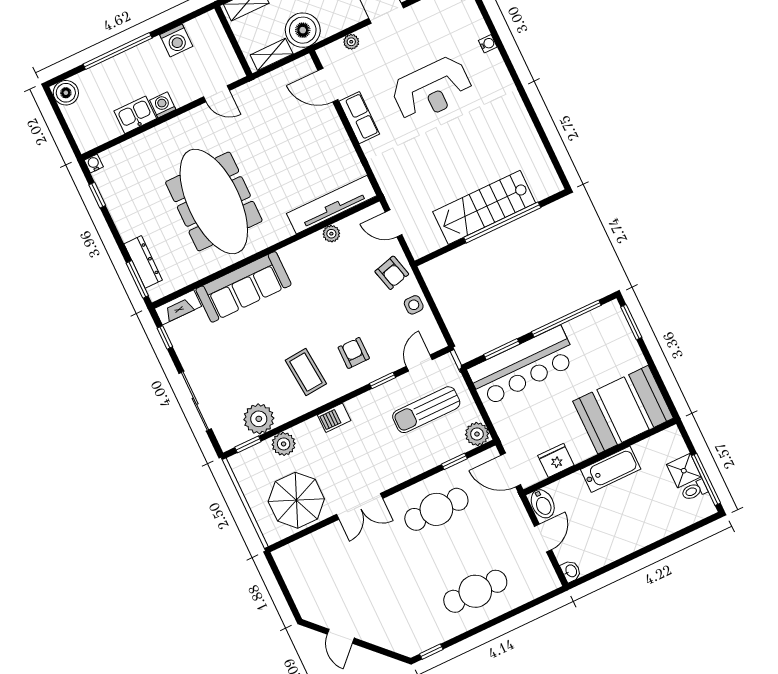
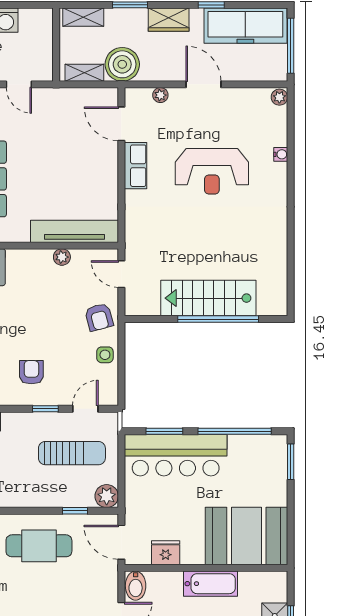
sun lounger: (426, 410) -> (72, 453), turned 180

